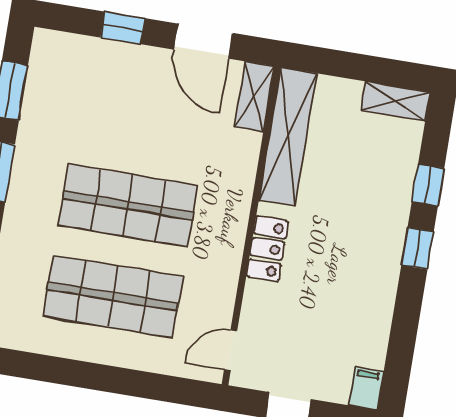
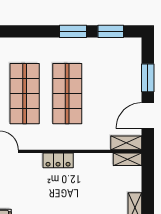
window: (123, 28) -> (148, 78), width x1.50
shelving: (288, 137) -> (127, 159), width x0.45, depth x0.75

